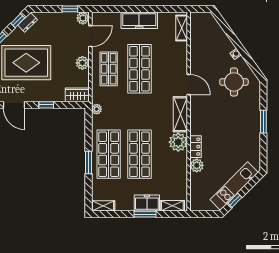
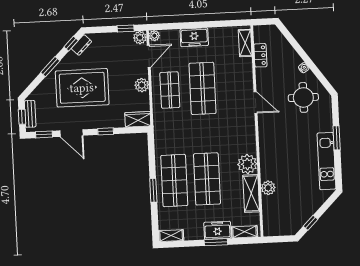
freezer: (139, 20) -> (194, 37), width x0.71
plant: (97, 109) -> (154, 36), moved
shelving: (180, 114) -> (251, 193), moved
locker: (195, 147) -> (260, 55), moved
kitchen unit: (234, 186) -> (326, 161), moved, turned -45

